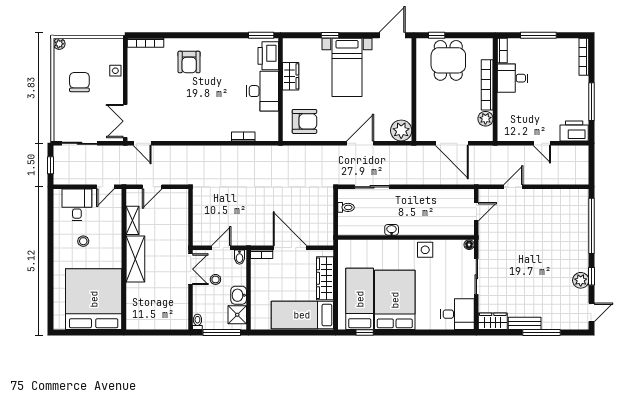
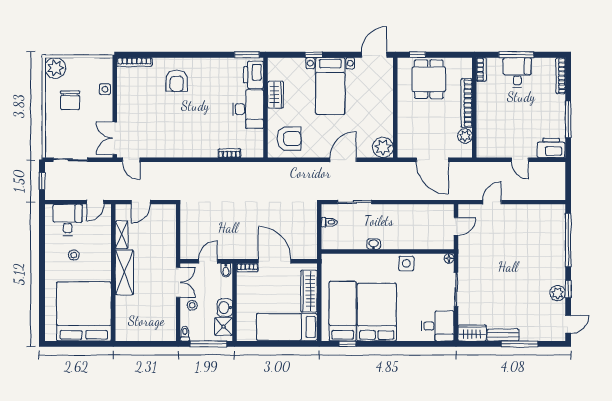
plant: (59, 44) -> (55, 68), width x1.87, depth x1.87
desk: (513, 78) -> (517, 72), moved, turned 90
chair: (79, 82) -> (70, 100), turned 180
stool: (215, 279) -> (192, 305), moved

